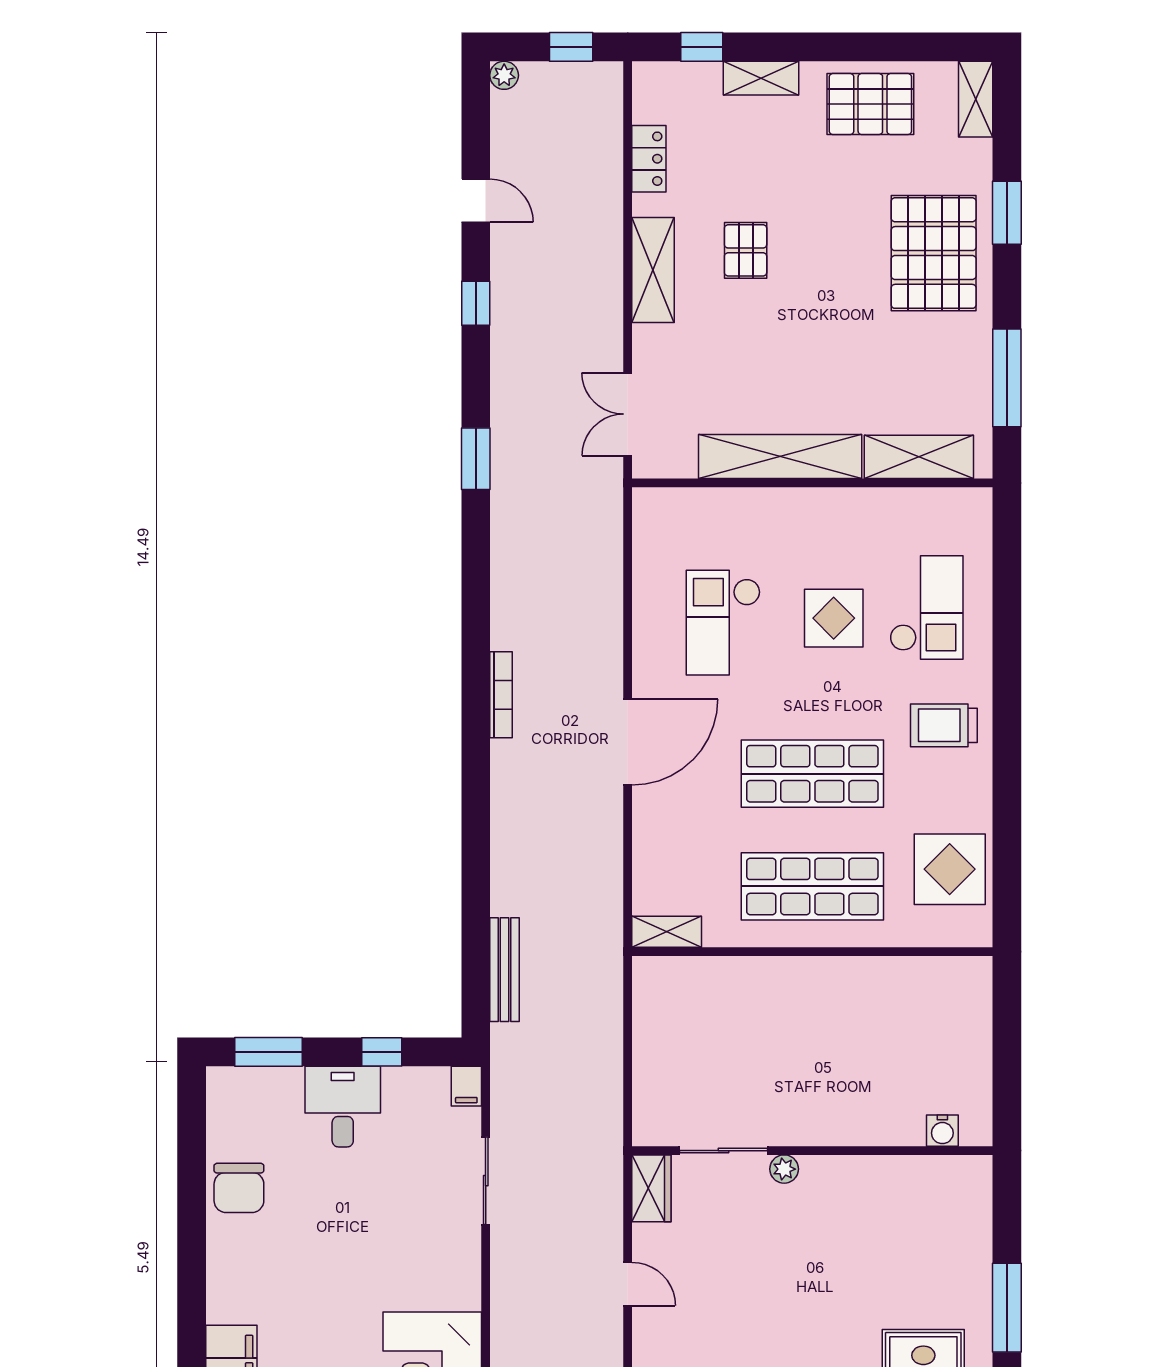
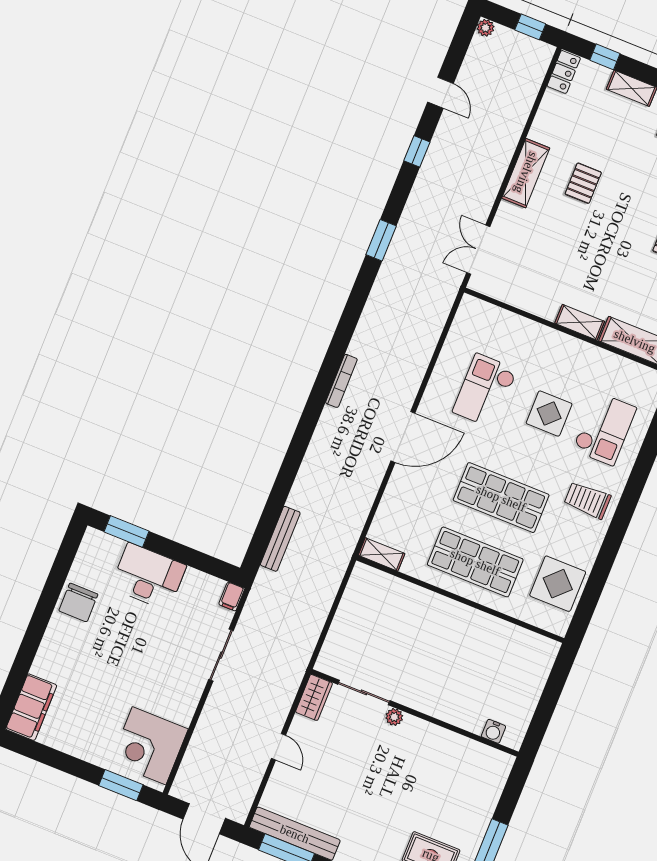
locker: (649, 159) -> (564, 72), moved
shelving: (780, 456) -> (580, 322), width x0.45, depth x0.75
window: (382, 1052) -> (191, 558), removed
desk: (343, 1107) -> (148, 577), width x1.37

